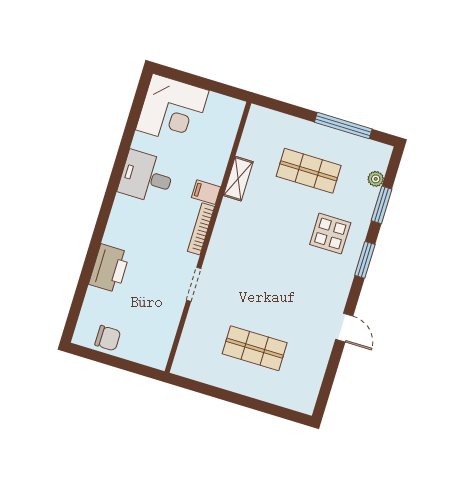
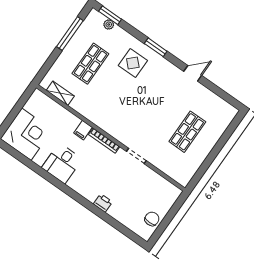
shelving: (238, 179) -> (60, 93), moved
window: (382, 205) -> (110, 15), moved
printer: (109, 268) -> (103, 203), width x0.53, depth x0.68

